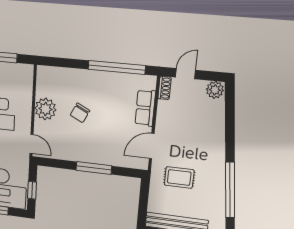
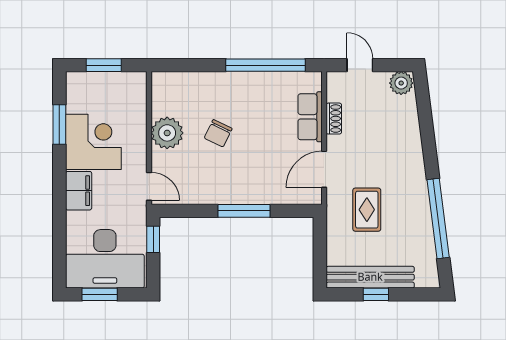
door: (185, 74) -> (360, 65), hinge flipped
shoe rack: (165, 88) -> (334, 119), moved
rug: (179, 178) -> (367, 210), turned 90
window: (32, 190) -> (153, 239), moved

